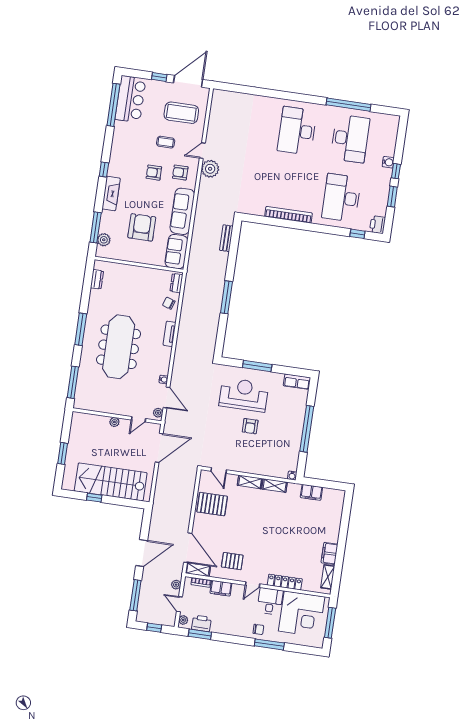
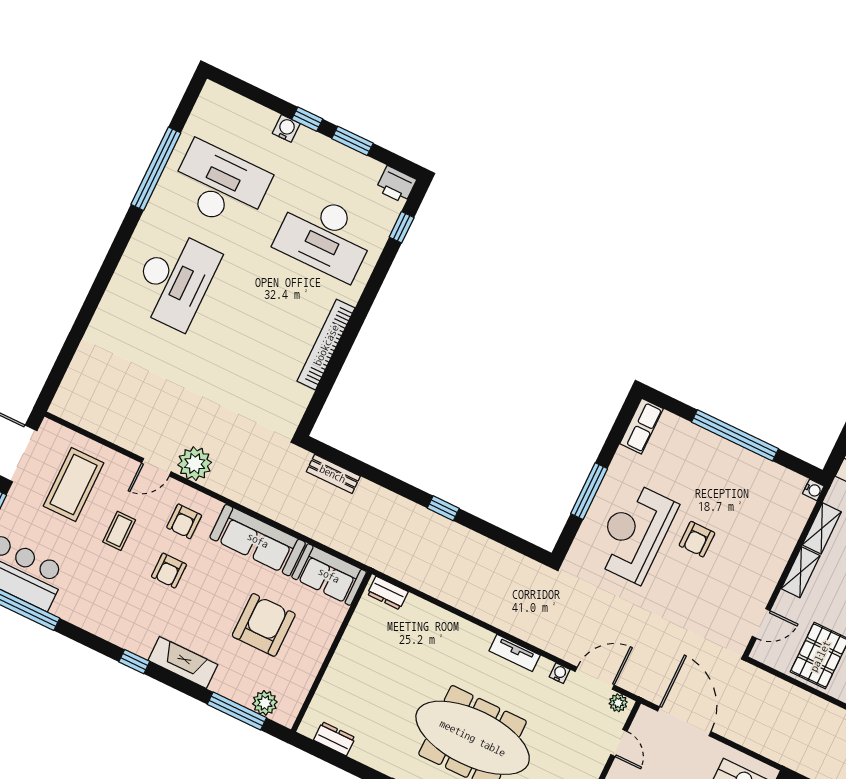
desk: (297, 131) -> (175, 280), turned -90
door: (202, 151) -> (156, 467), hinge flipped
armchair: (142, 227) -> (264, 625), turned 90
window: (226, 297) -> (443, 508), width x0.46
chair: (169, 303) -> (421, 619), removed
tv unit: (170, 334) -> (515, 653), moved
armchair: (250, 426) -> (697, 539), turned 90

